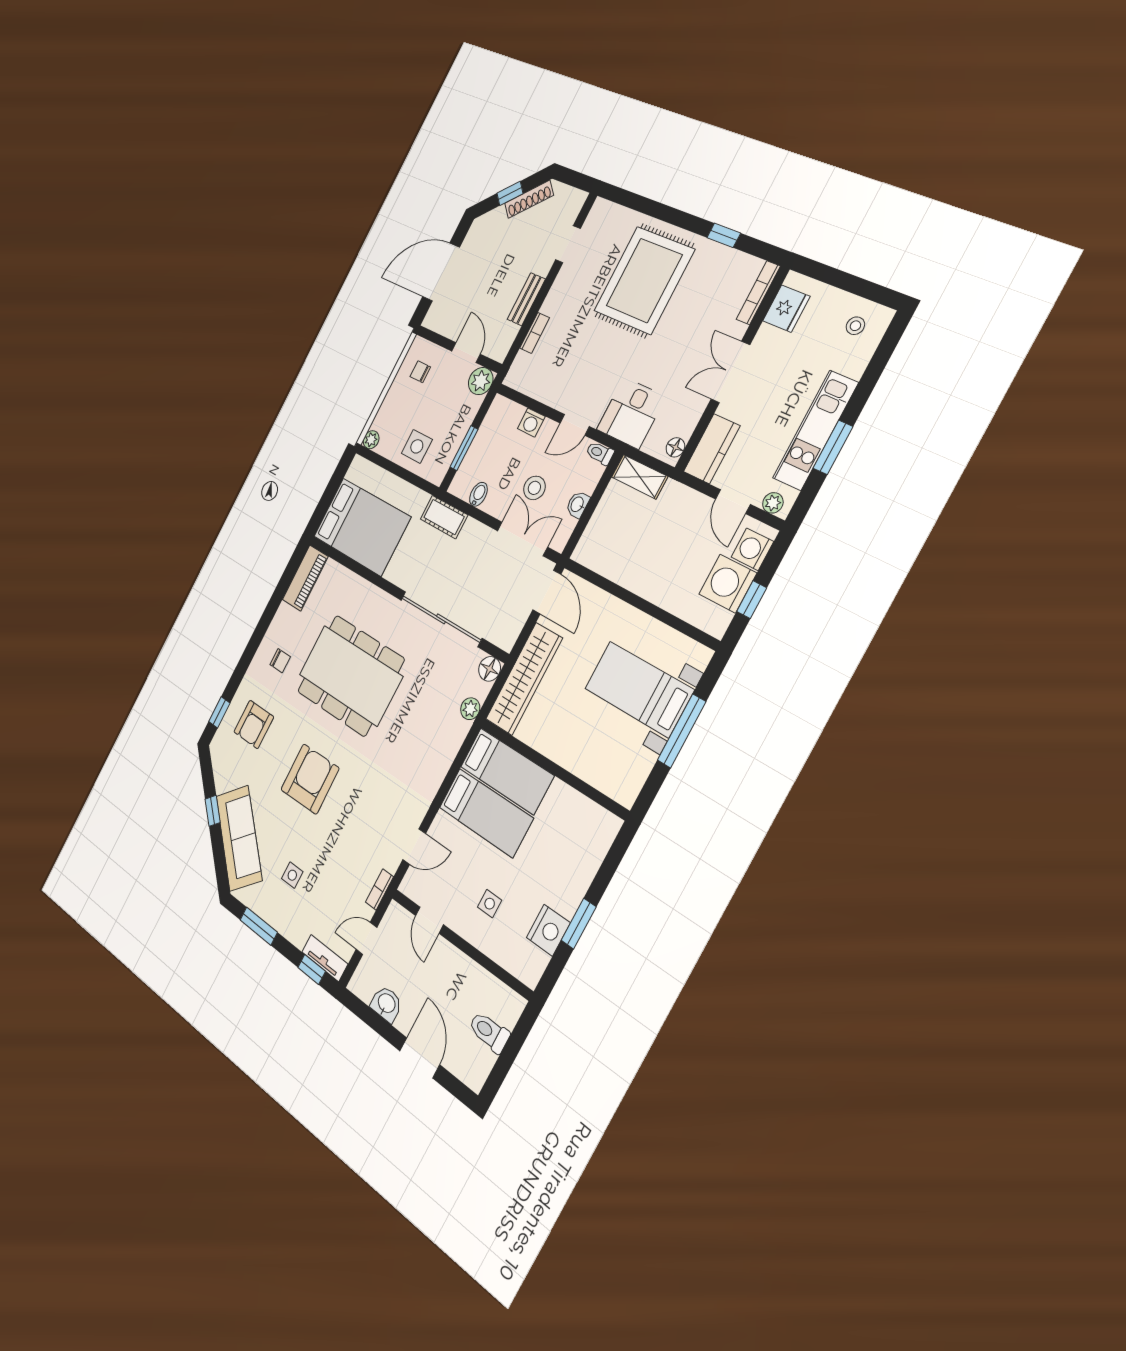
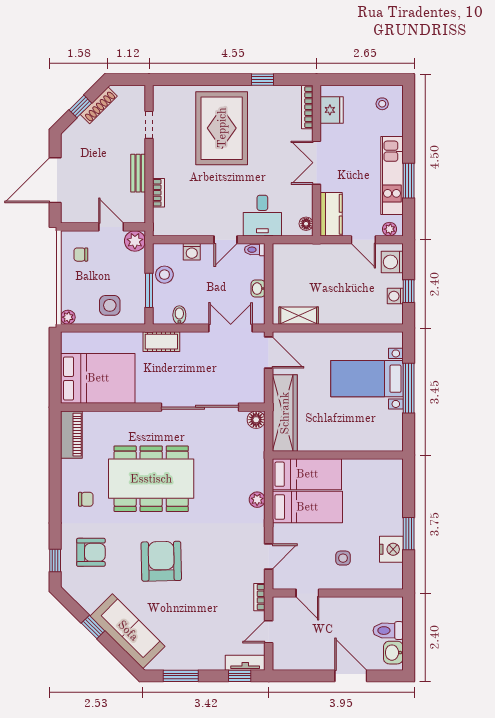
shelving: (640, 477) -> (299, 316), moved
stool: (534, 488) -> (164, 275), moved
washing machine: (728, 584) -> (395, 296), width x0.53, depth x0.53
plant: (470, 709) -> (257, 500), moved
armchair: (254, 724) -> (91, 552), turned -90
side table: (292, 875) -> (187, 629), removed
washbasin: (386, 1004) -> (393, 653), moved, turned -90

